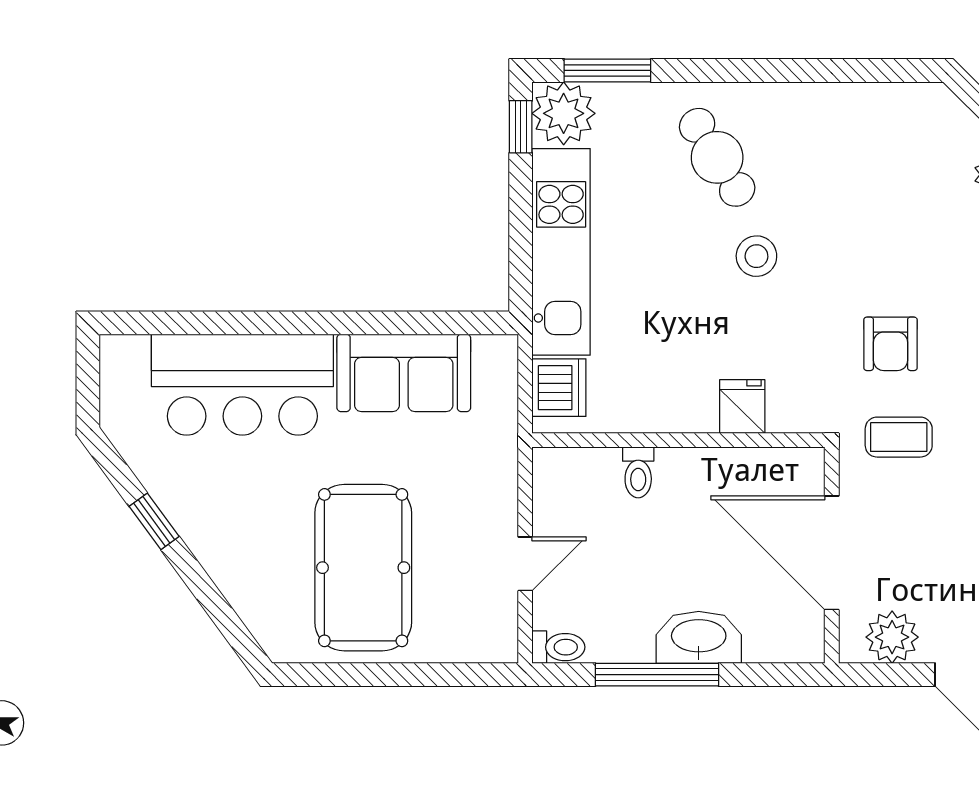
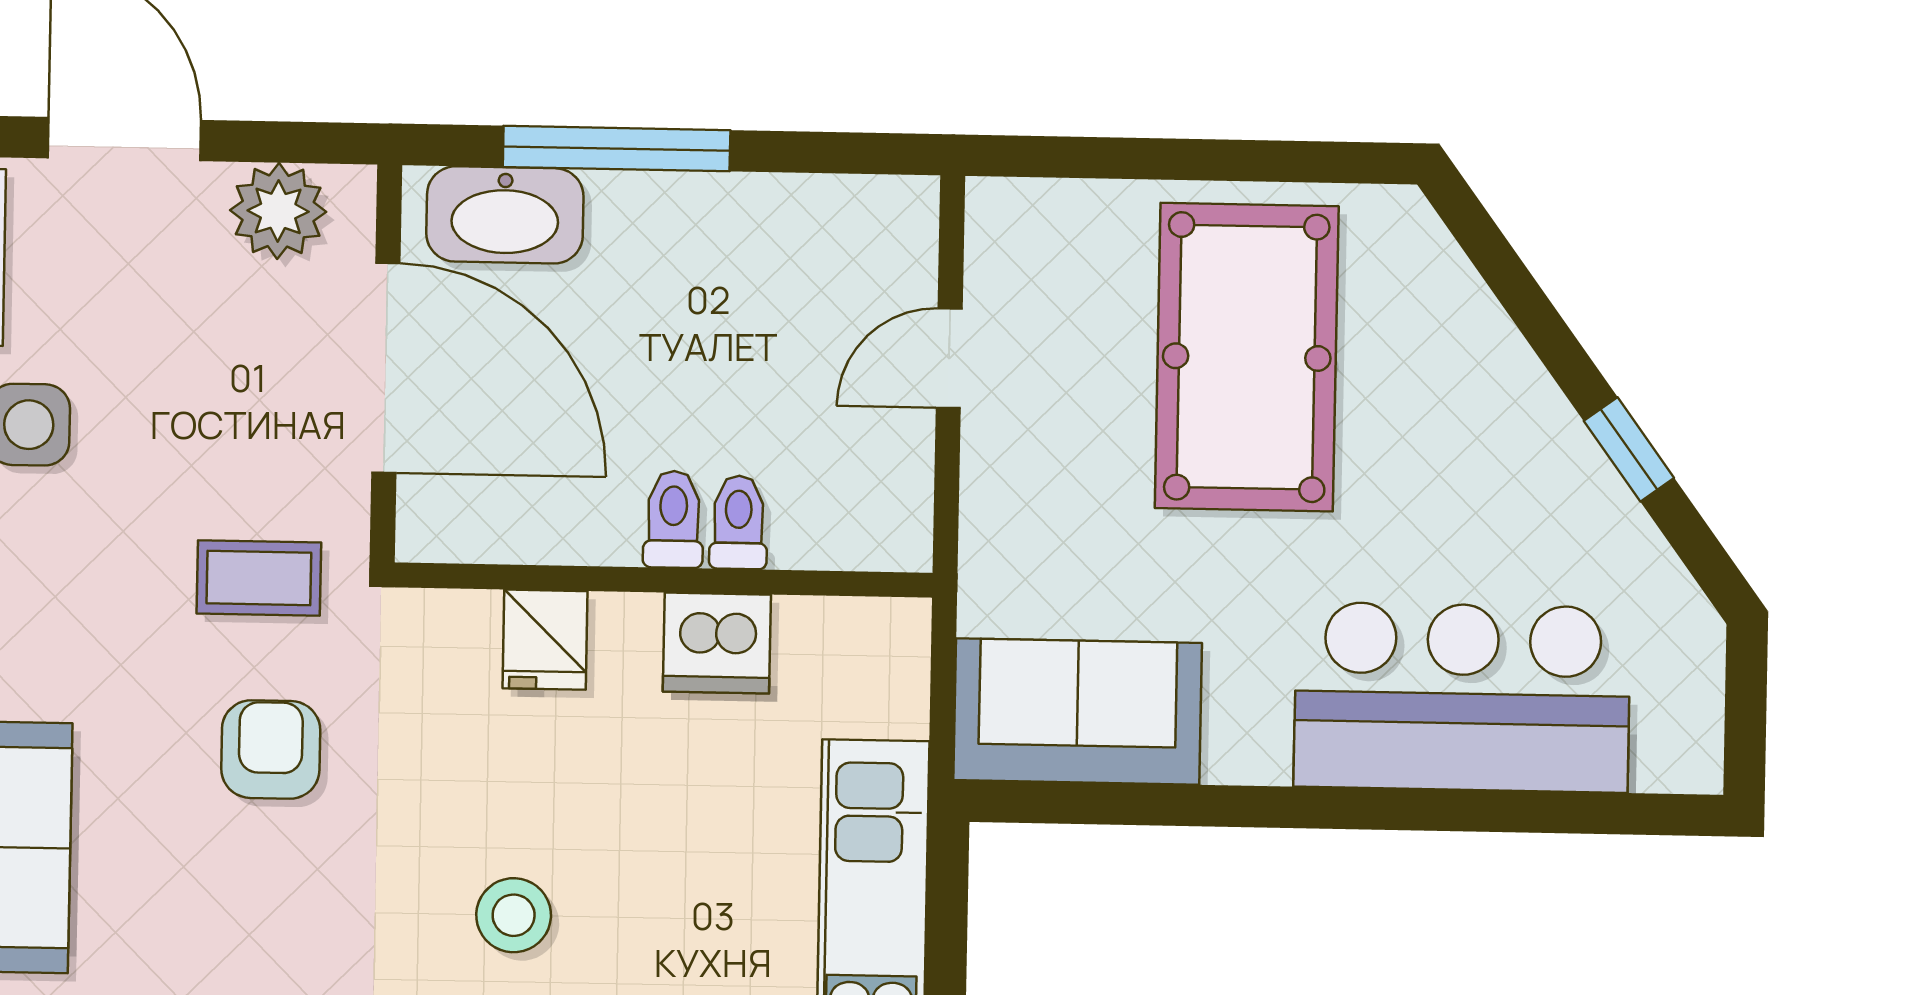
sofa: (404, 373) -> (1078, 712), moved
dishwasher: (559, 388) -> (717, 643), moved, turned -90
washbasin: (699, 637) -> (505, 215), moved
toilet: (558, 647) -> (673, 519), moved, turned 90
window: (657, 675) -> (617, 149), moved

